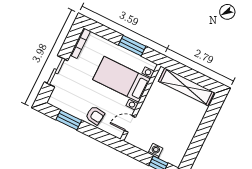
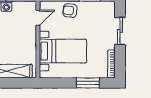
window: (132, 46) -> (88, 83), moved

